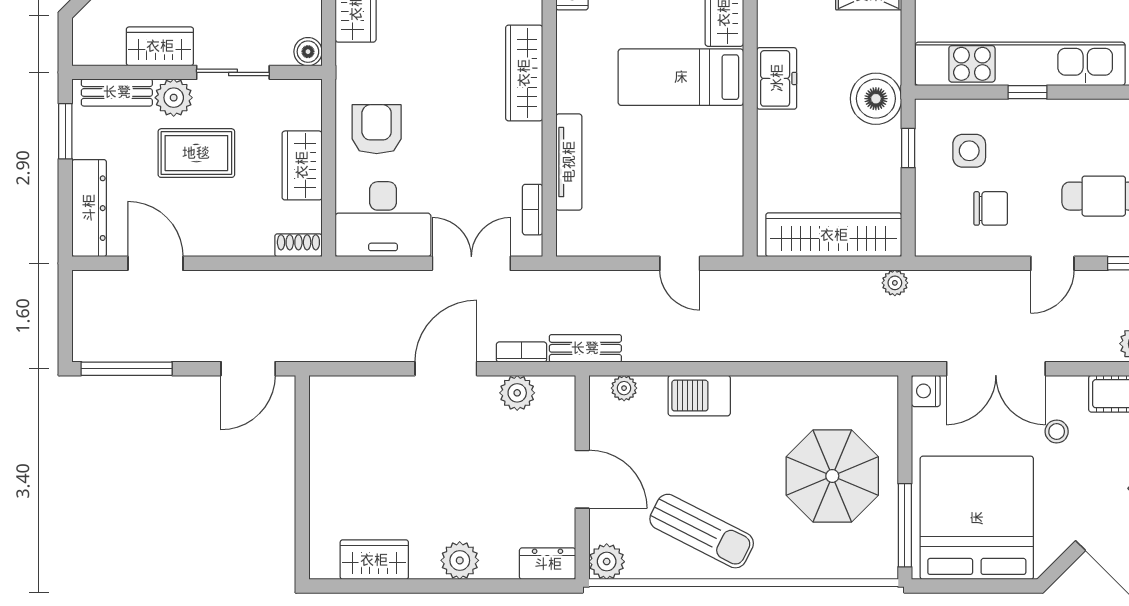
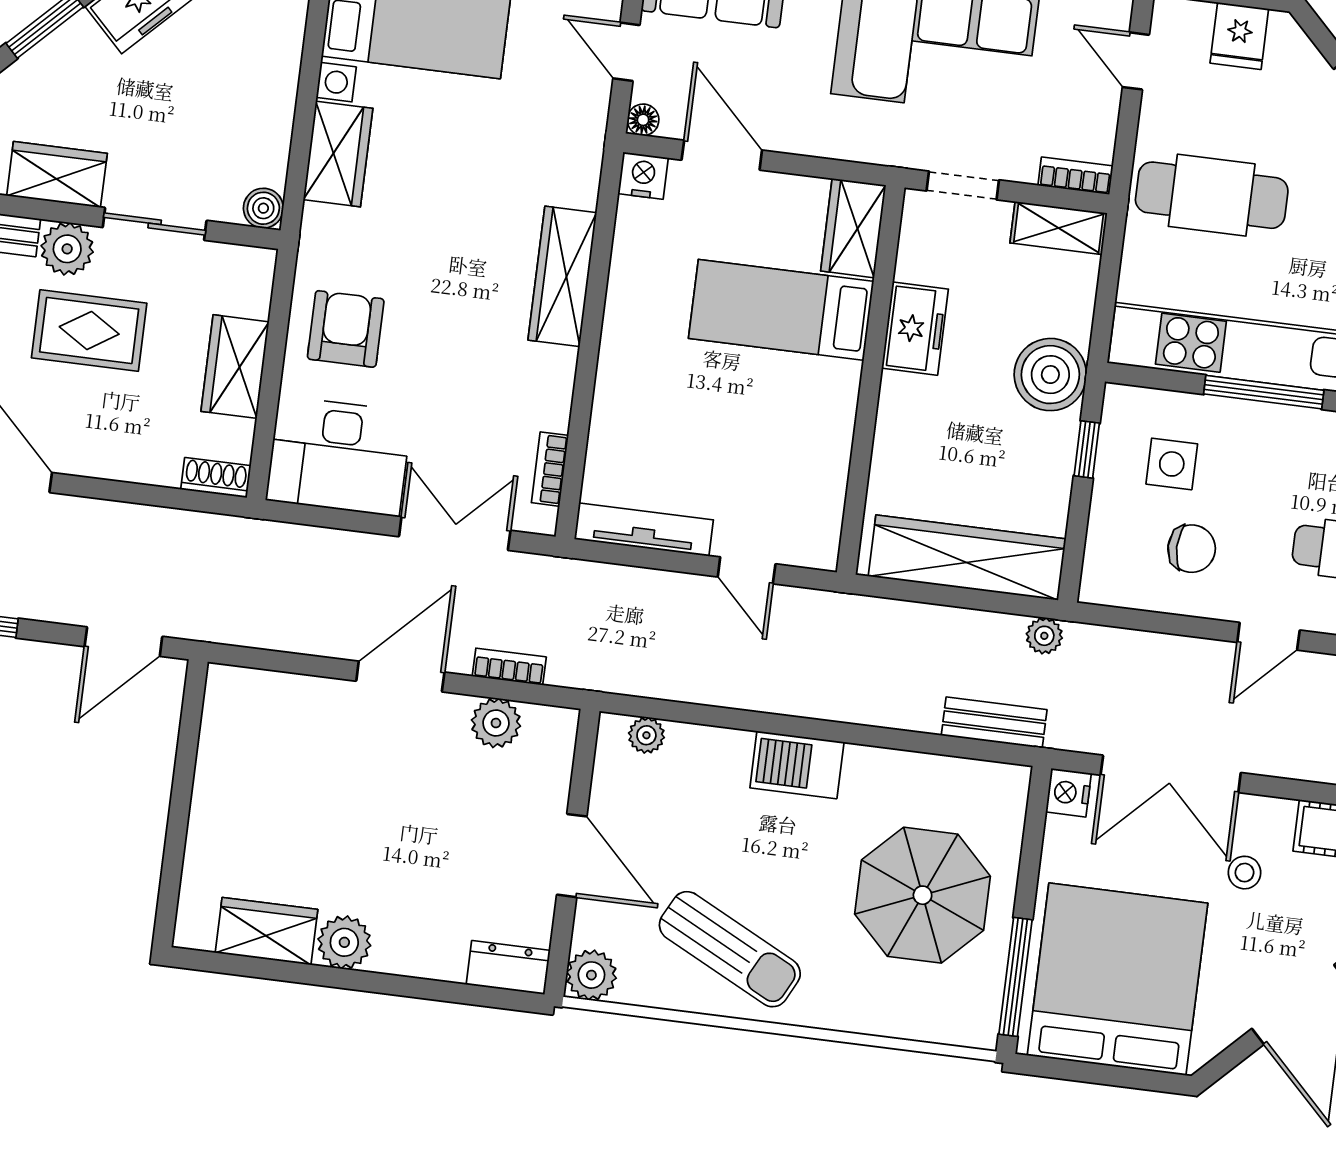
window: (1027, 92) -> (1264, 392), width x2.17
tv unit: (569, 162) -> (644, 530), moved, turned -90
bench: (585, 348) -> (994, 723), moved
barbecue: (699, 396) -> (797, 765), moved
plant: (460, 560) -> (344, 942), moved

